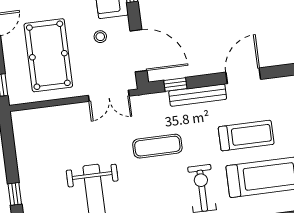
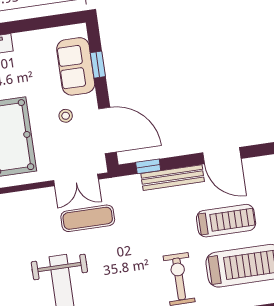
door: (243, 76) -> (222, 156), swing flipped
exercise mat: (157, 146) -> (88, 218), moved

